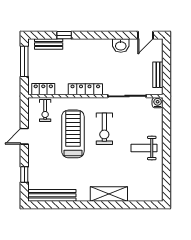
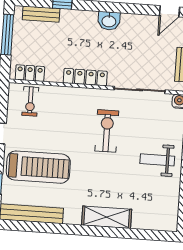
washbasin: (121, 46) -> (109, 21), moved
exercise bike: (104, 129) -> (107, 131), turned 180
treadmill: (73, 134) -> (38, 167), moved, turned 90

